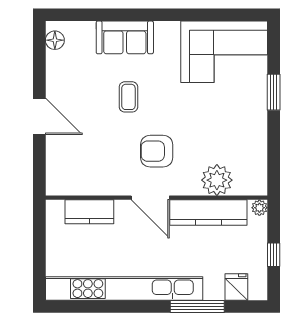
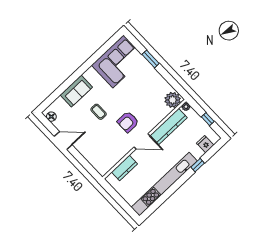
door: (39, 116) -> (63, 141), moved
plant: (217, 180) -> (173, 100), moved
window: (197, 307) -> (198, 165), width x0.46

